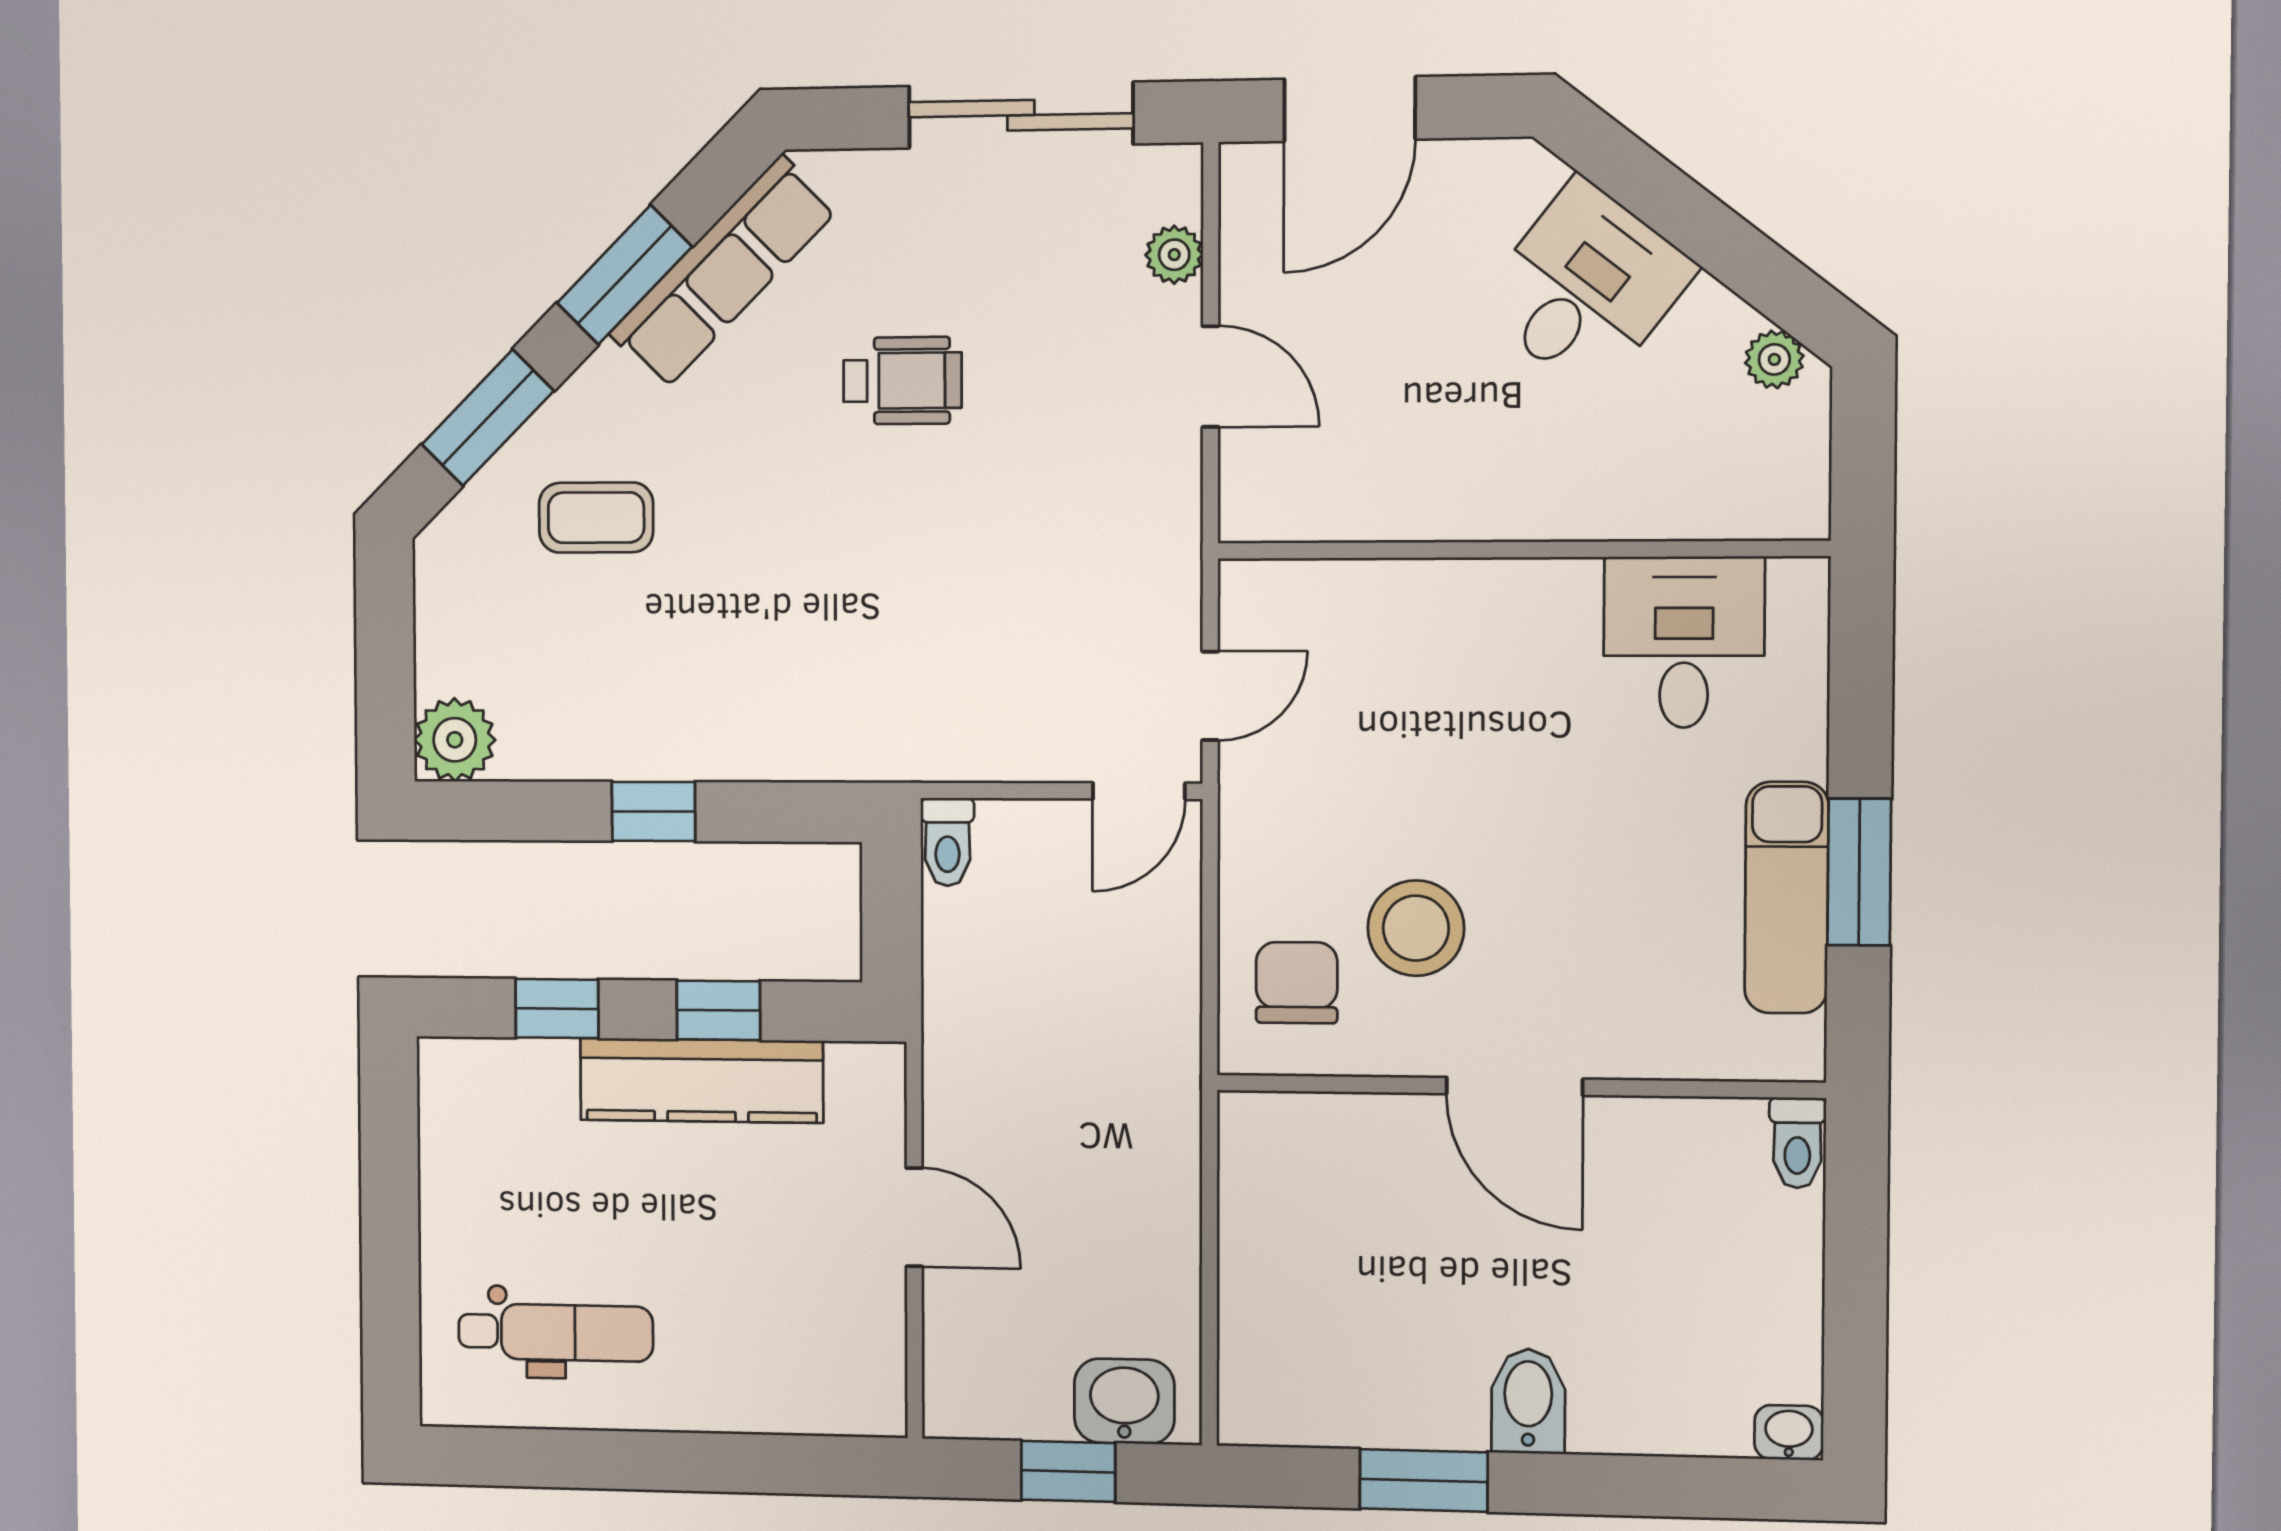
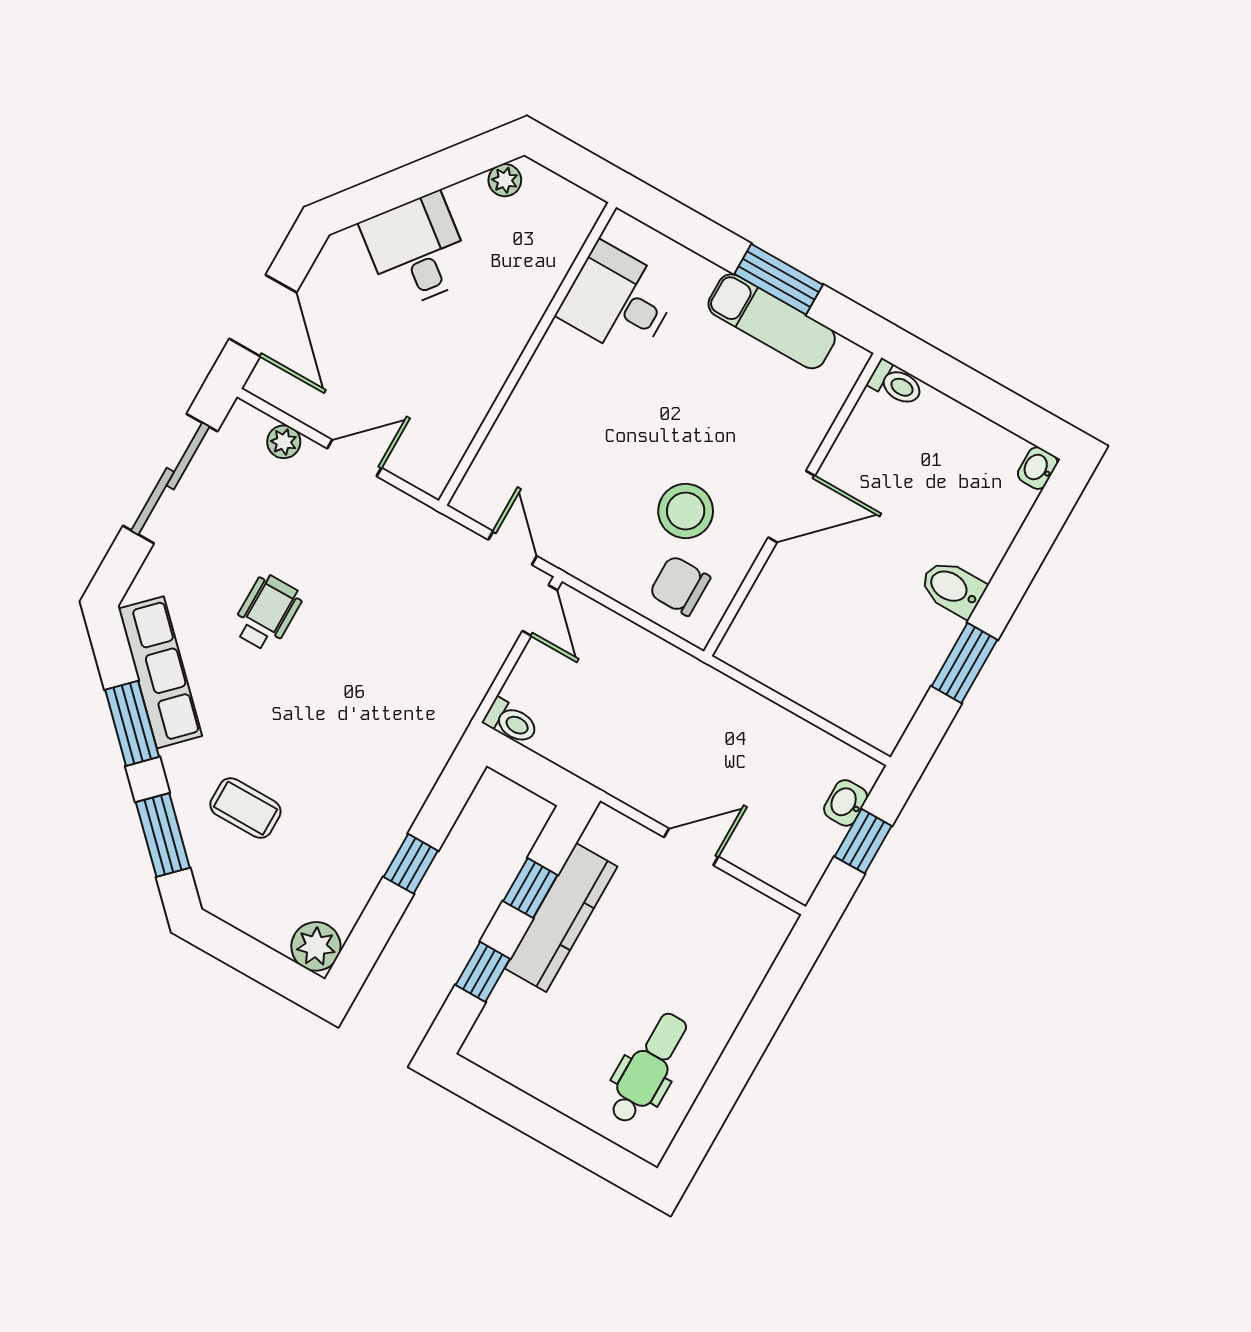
coffee table: (596, 518) -> (245, 808), turned 90
washbasin: (1124, 1401) -> (846, 803), width x0.72, depth x0.69

